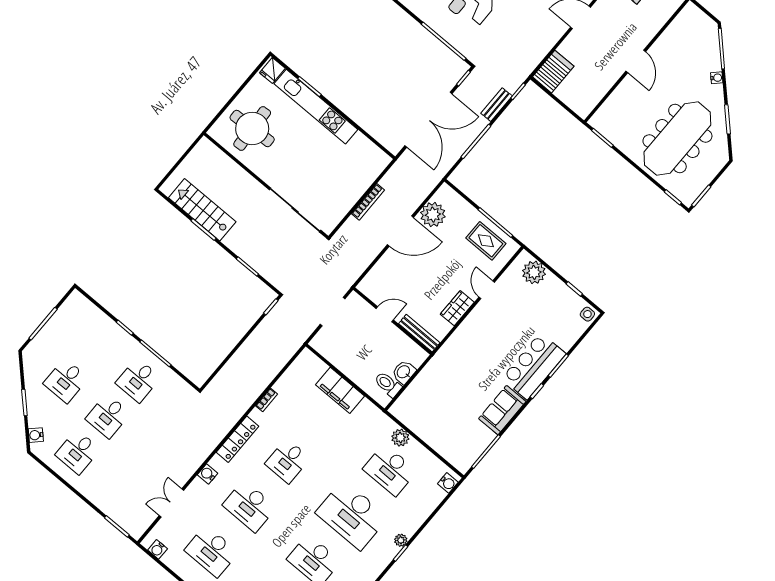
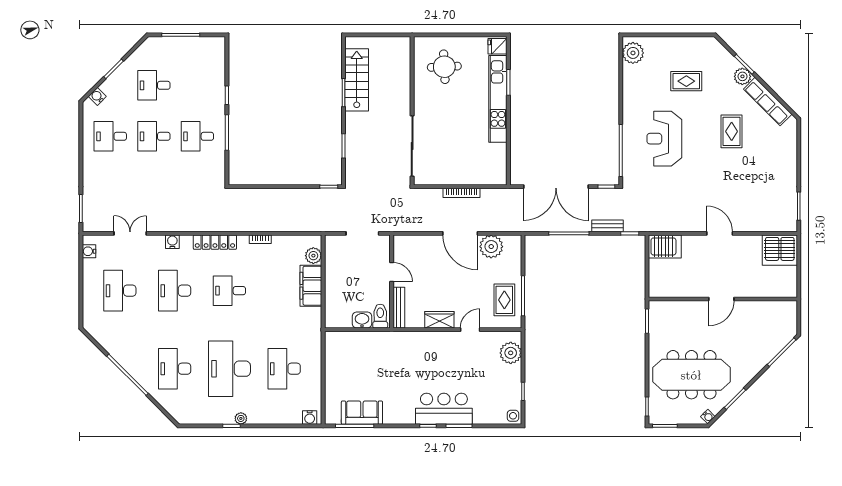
water cooler: (717, 78) -> (708, 417), moved
round table: (252, 128) -> (444, 67), width x0.73, depth x0.73
toilet: (388, 384) -> (380, 316), moved
sofa: (502, 410) -> (362, 413), moved
plant: (400, 438) -> (313, 256), moved

